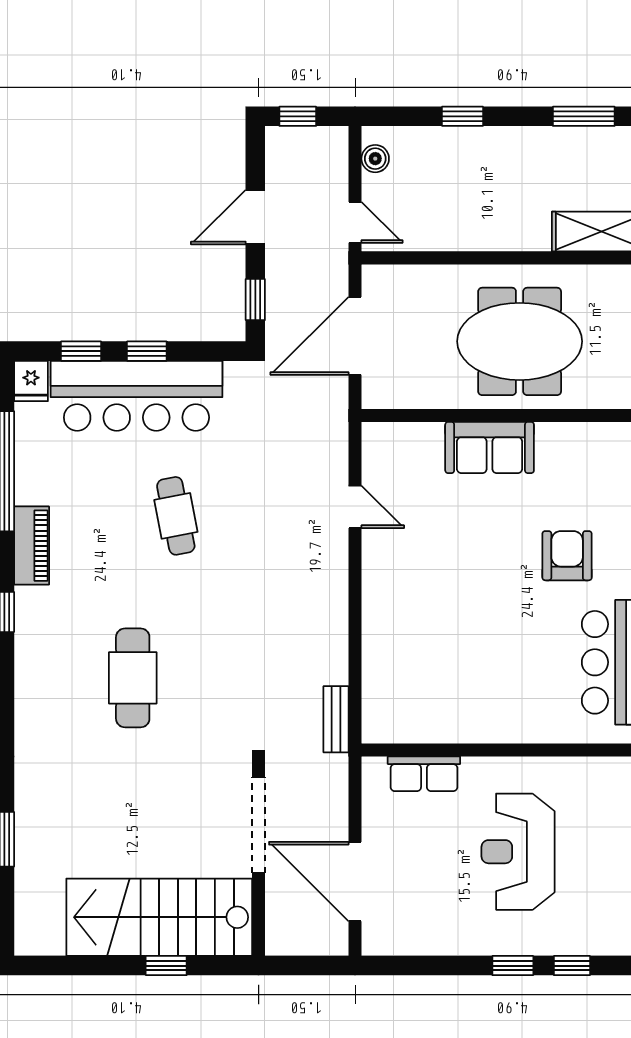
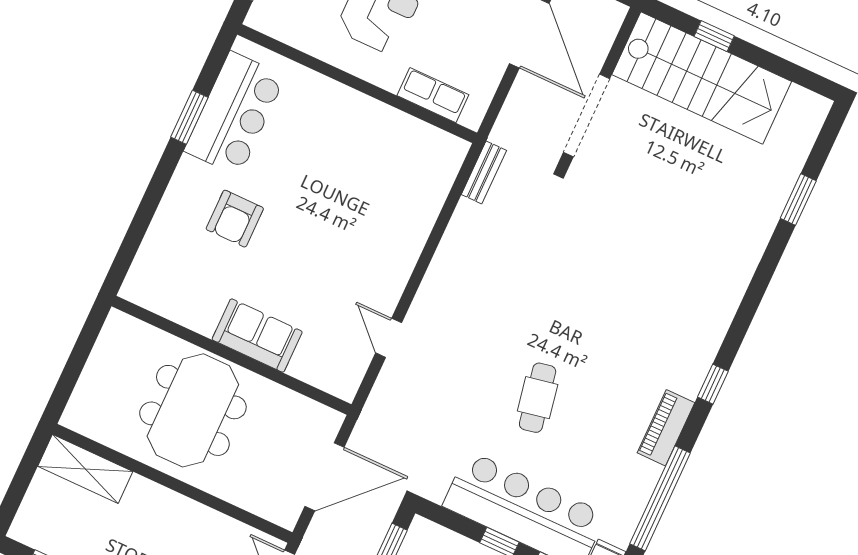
meeting table: (520, 341) -> (193, 410), turned 90
cafe table: (133, 678) -> (633, 282), removed

